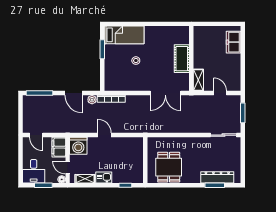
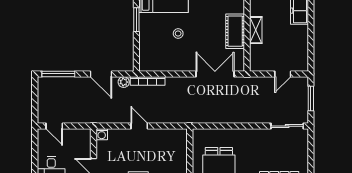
shelving: (198, 80) -> (256, 30), moved
double door: (165, 93) -> (215, 74), swing flipped
door: (220, 93) -> (283, 74), swing flipped
washing machine: (78, 146) -> (102, 134), width x0.53, depth x0.53
filing cabinet: (59, 147) -> (82, 141), removed

